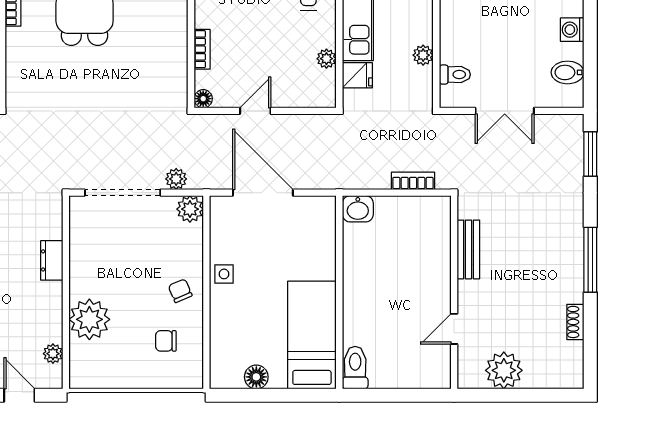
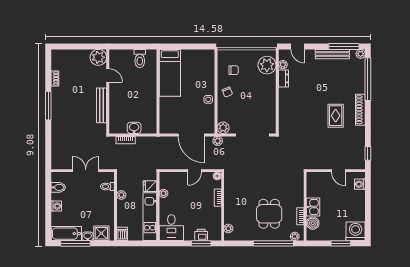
window: (590, 154) -> (48, 152), removed
plant: (176, 179) -> (218, 141), moved
washbasin: (358, 209) -> (134, 128), moved
bench: (468, 249) -> (101, 105), width x1.36
dresser: (52, 260) -> (283, 78), moved
plant: (89, 319) -> (267, 65), moved
door: (454, 329) -> (108, 75), hinge flipped
toilet: (355, 368) -> (140, 59), moved
plant: (504, 370) -> (98, 57), moved
floor lamp: (256, 377) -> (194, 54), removed

